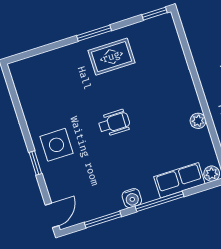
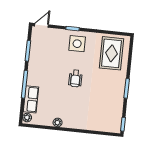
rug: (111, 57) -> (111, 53), moved, width x1.36, depth x1.43
water cooler: (132, 198) -> (32, 71), removed
door: (52, 215) -> (42, 25), swing flipped

